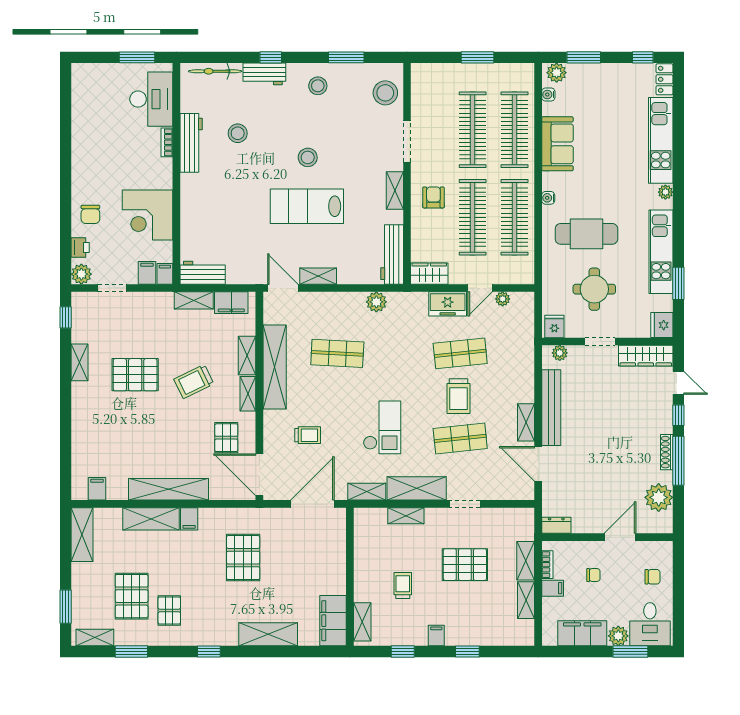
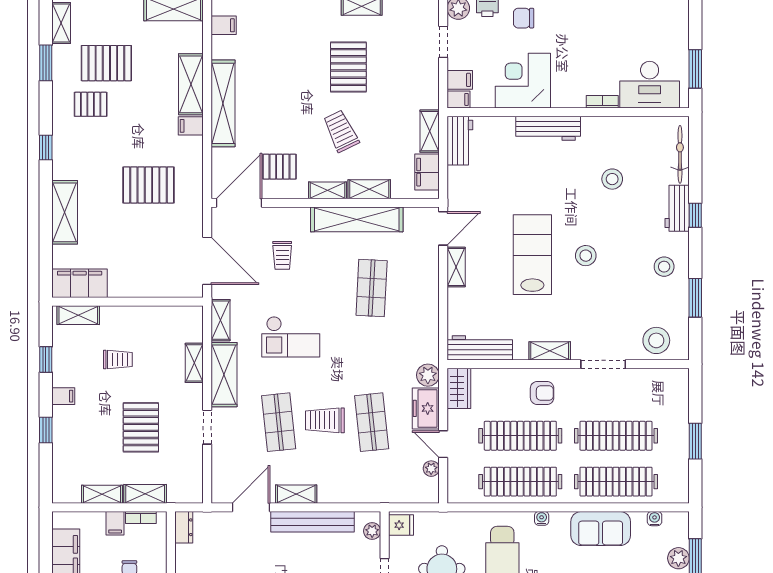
plant: (557, 73) -> (678, 558), moved
workbench: (191, 143) -> (548, 128), moved
plant: (376, 302) -> (428, 375), moved

